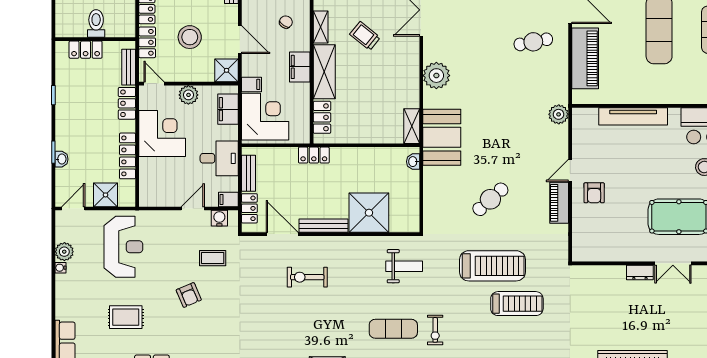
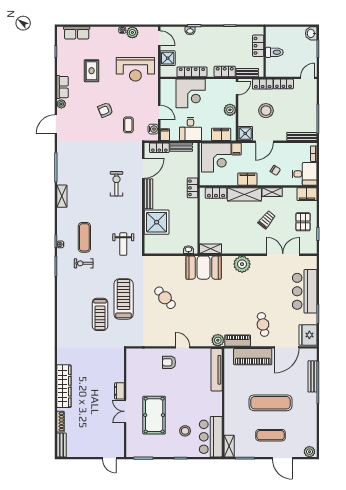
tv unit: (633, 116) -> (217, 370), moved
corner desk: (162, 134) -> (191, 93), moved
piano: (559, 203) -> (238, 341), moved
treadmill: (492, 266) -> (124, 299), turned 180

